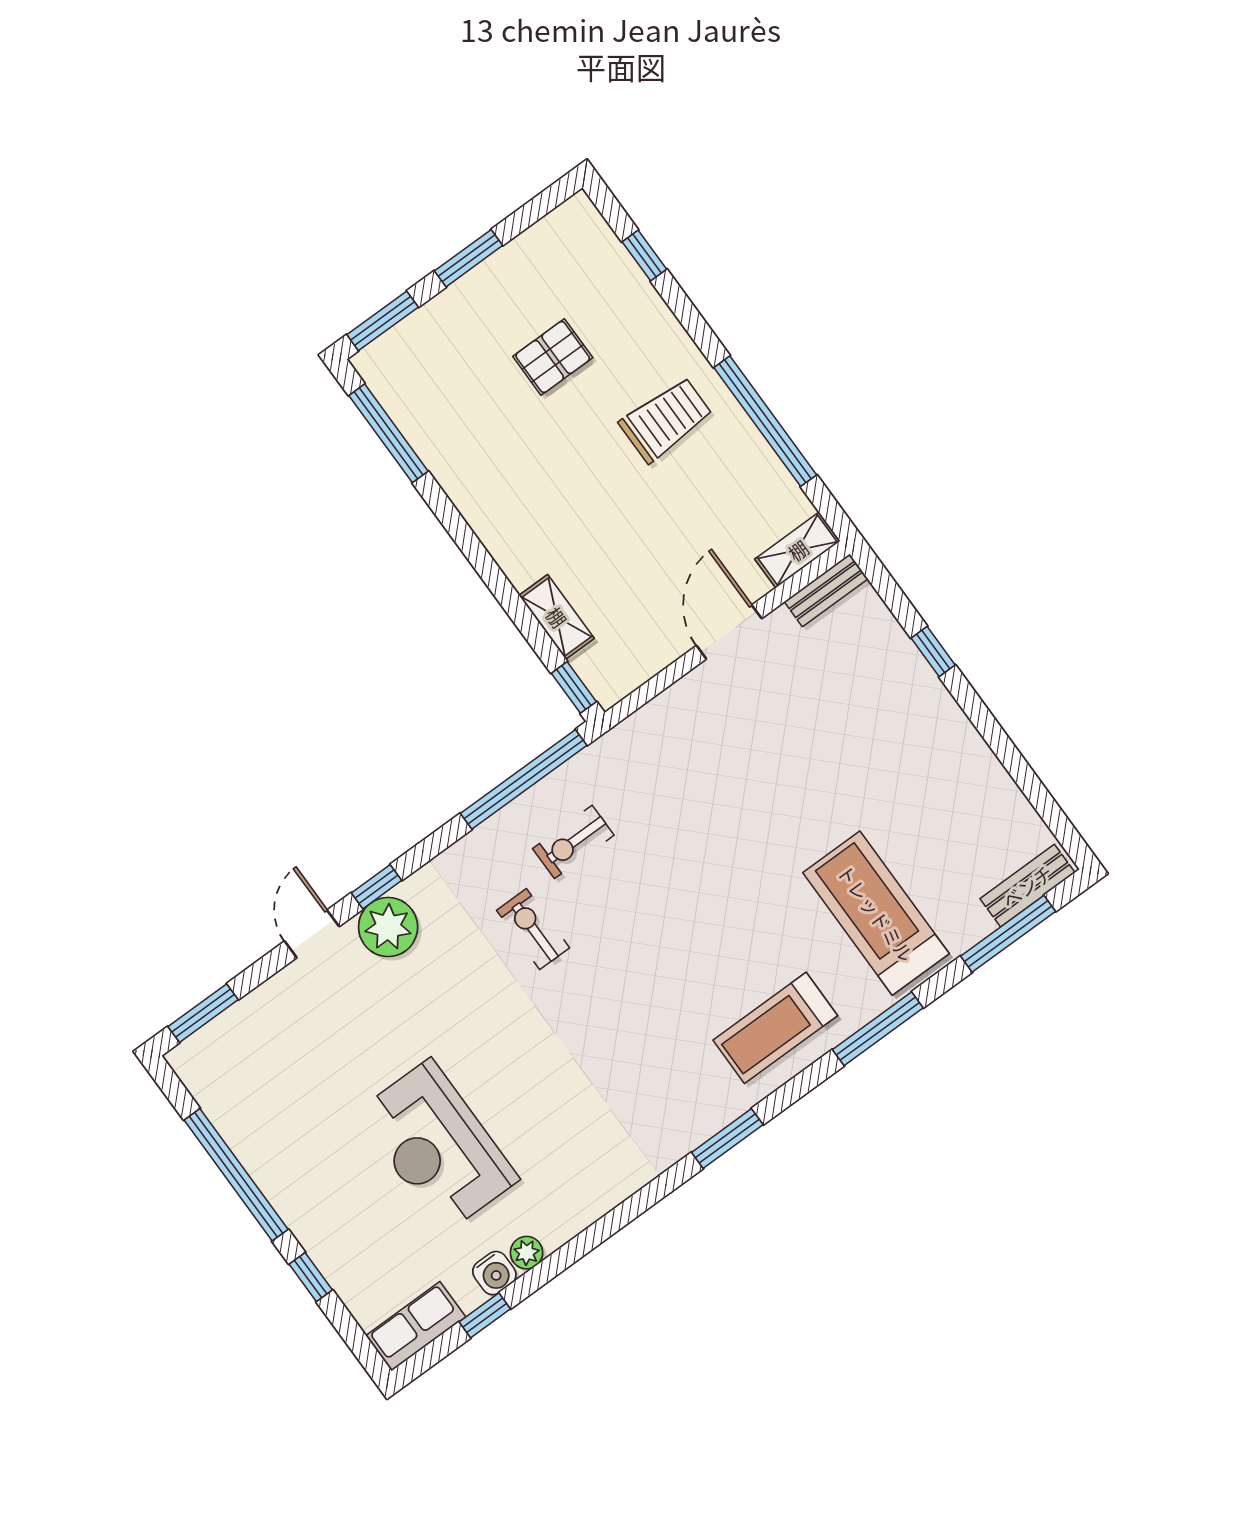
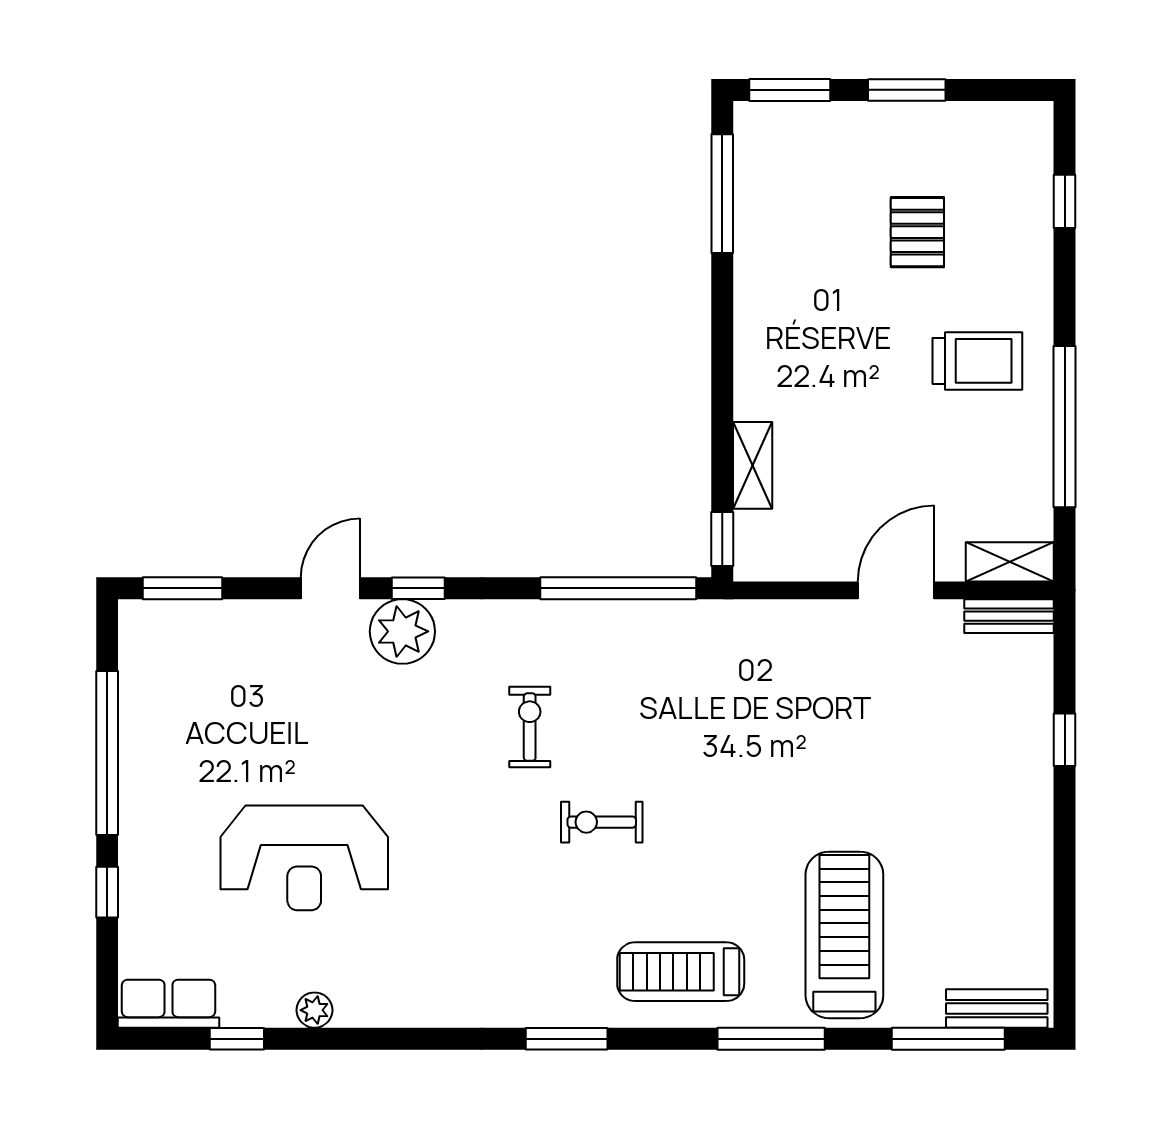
pallet: (553, 357) -> (917, 232), turned 90
exercise bike: (573, 842) -> (602, 822), moved
reception desk: (437, 1146) -> (304, 858), turned -90
water cooler: (494, 1273) -> (273, 1007), removed

